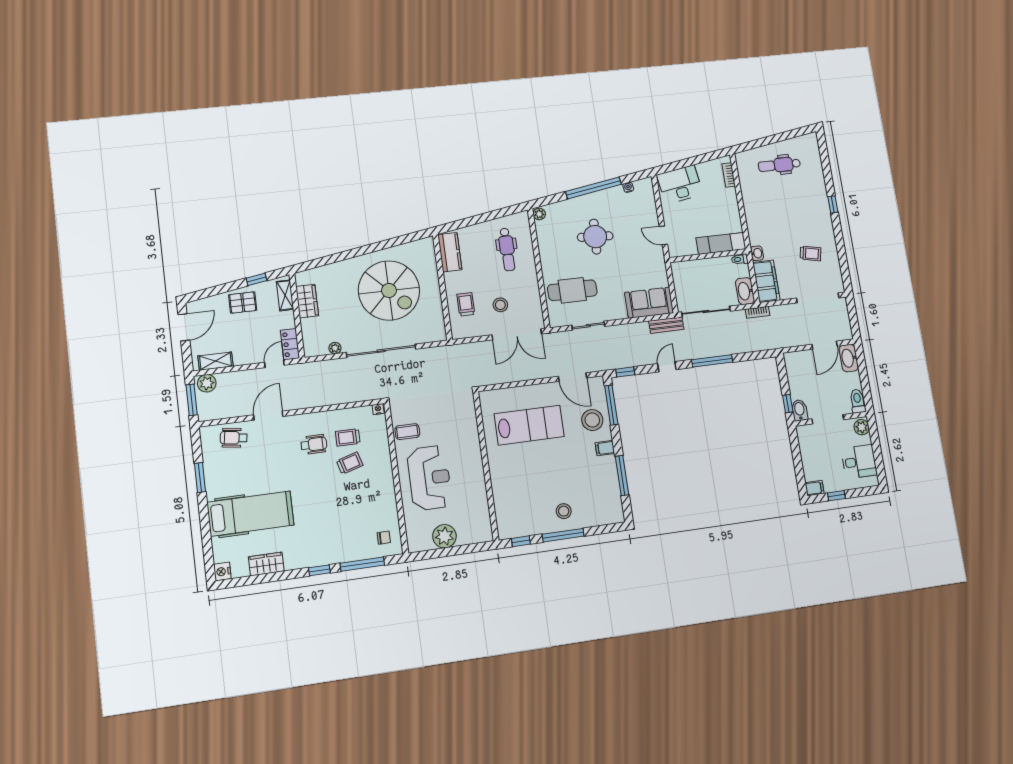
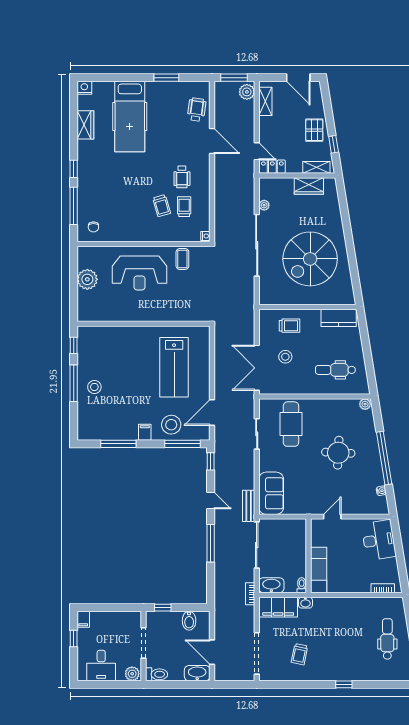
bidet: (800, 410) -> (189, 621), moved, turned 90

